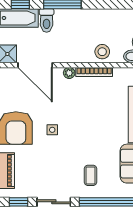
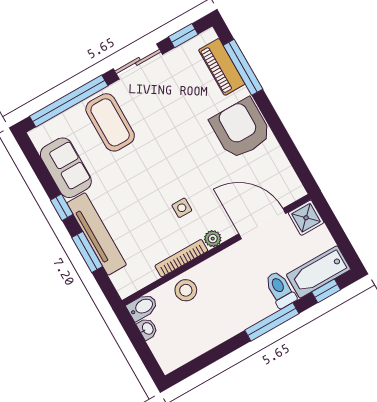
side table: (52, 130) -> (182, 208), moved
coffee table: (90, 175) -> (110, 122), width x1.86, depth x1.72

